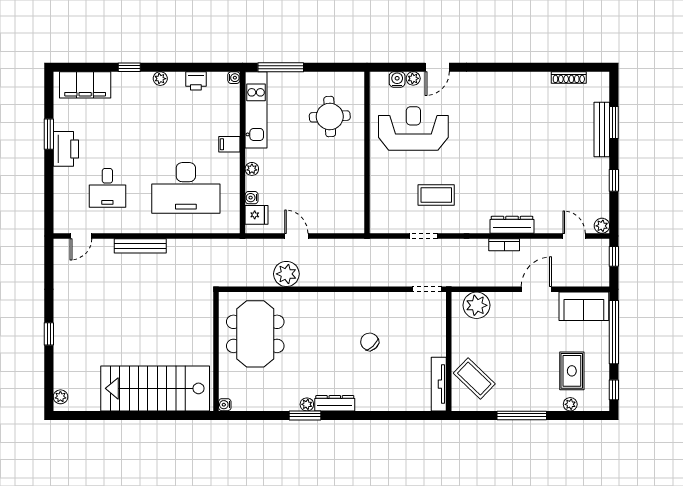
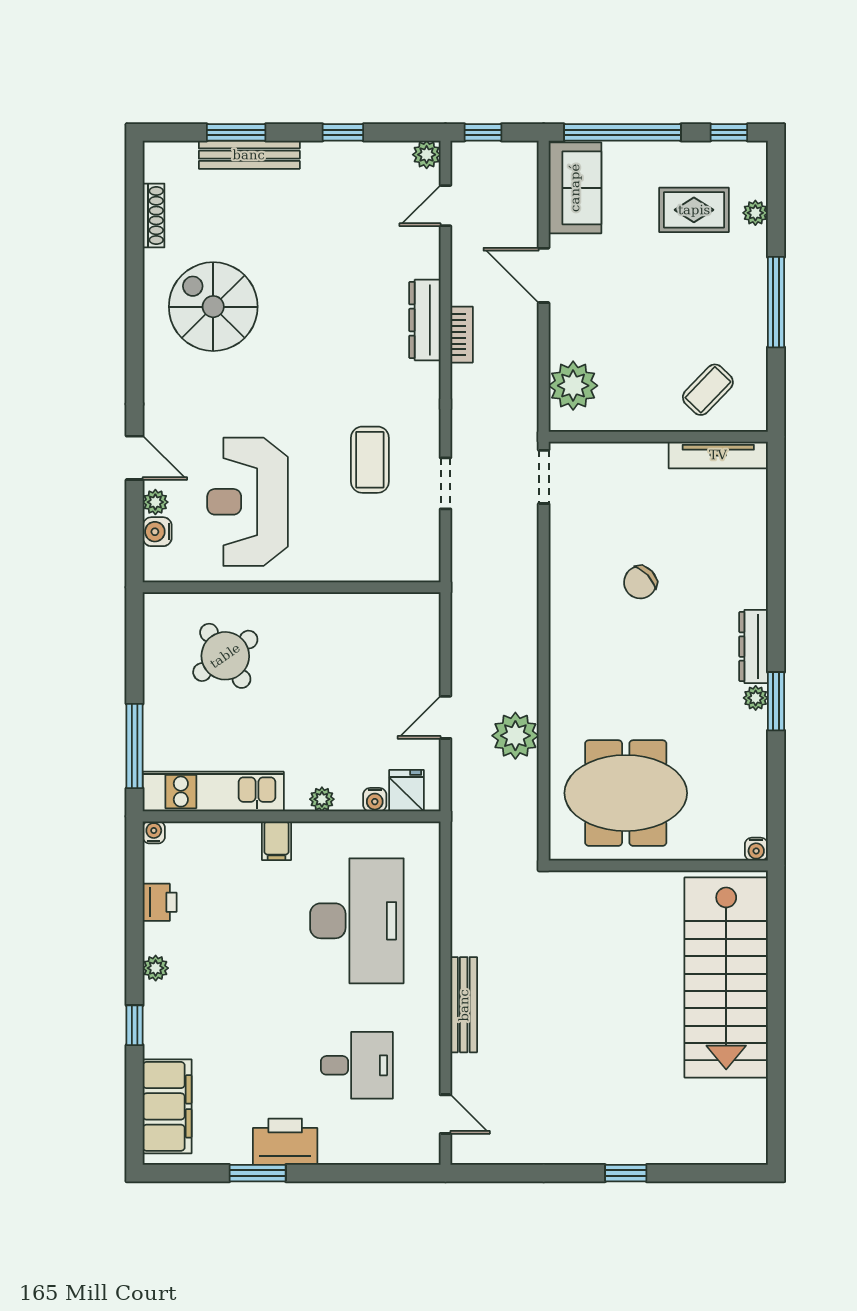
spiral stairs: (519, 110) -> (213, 307), added
round table: (330, 116) -> (225, 656), turned -32
coffee table: (474, 378) -> (708, 390), width x0.73, depth x0.77
plant: (60, 397) -> (742, 1152), removed

